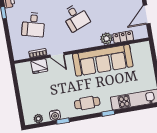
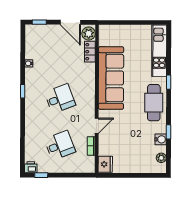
desk: (33, 25) -> (60, 145), turned -36
plant: (107, 39) -> (89, 34), moved
fridge: (39, 66) -> (105, 164), moved
cafe table: (87, 103) -> (154, 103), width x1.37, depth x1.35

